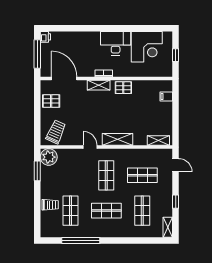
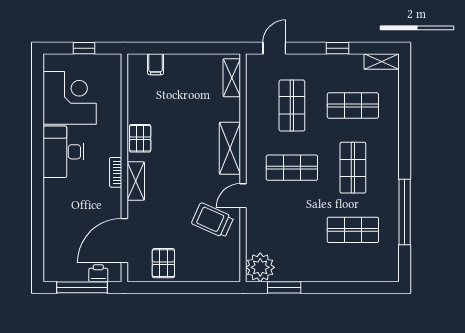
printer: (45, 37) -> (98, 273), moved
trolley: (56, 132) -> (213, 220), moved
trolley: (50, 205) -> (343, 265), removed

